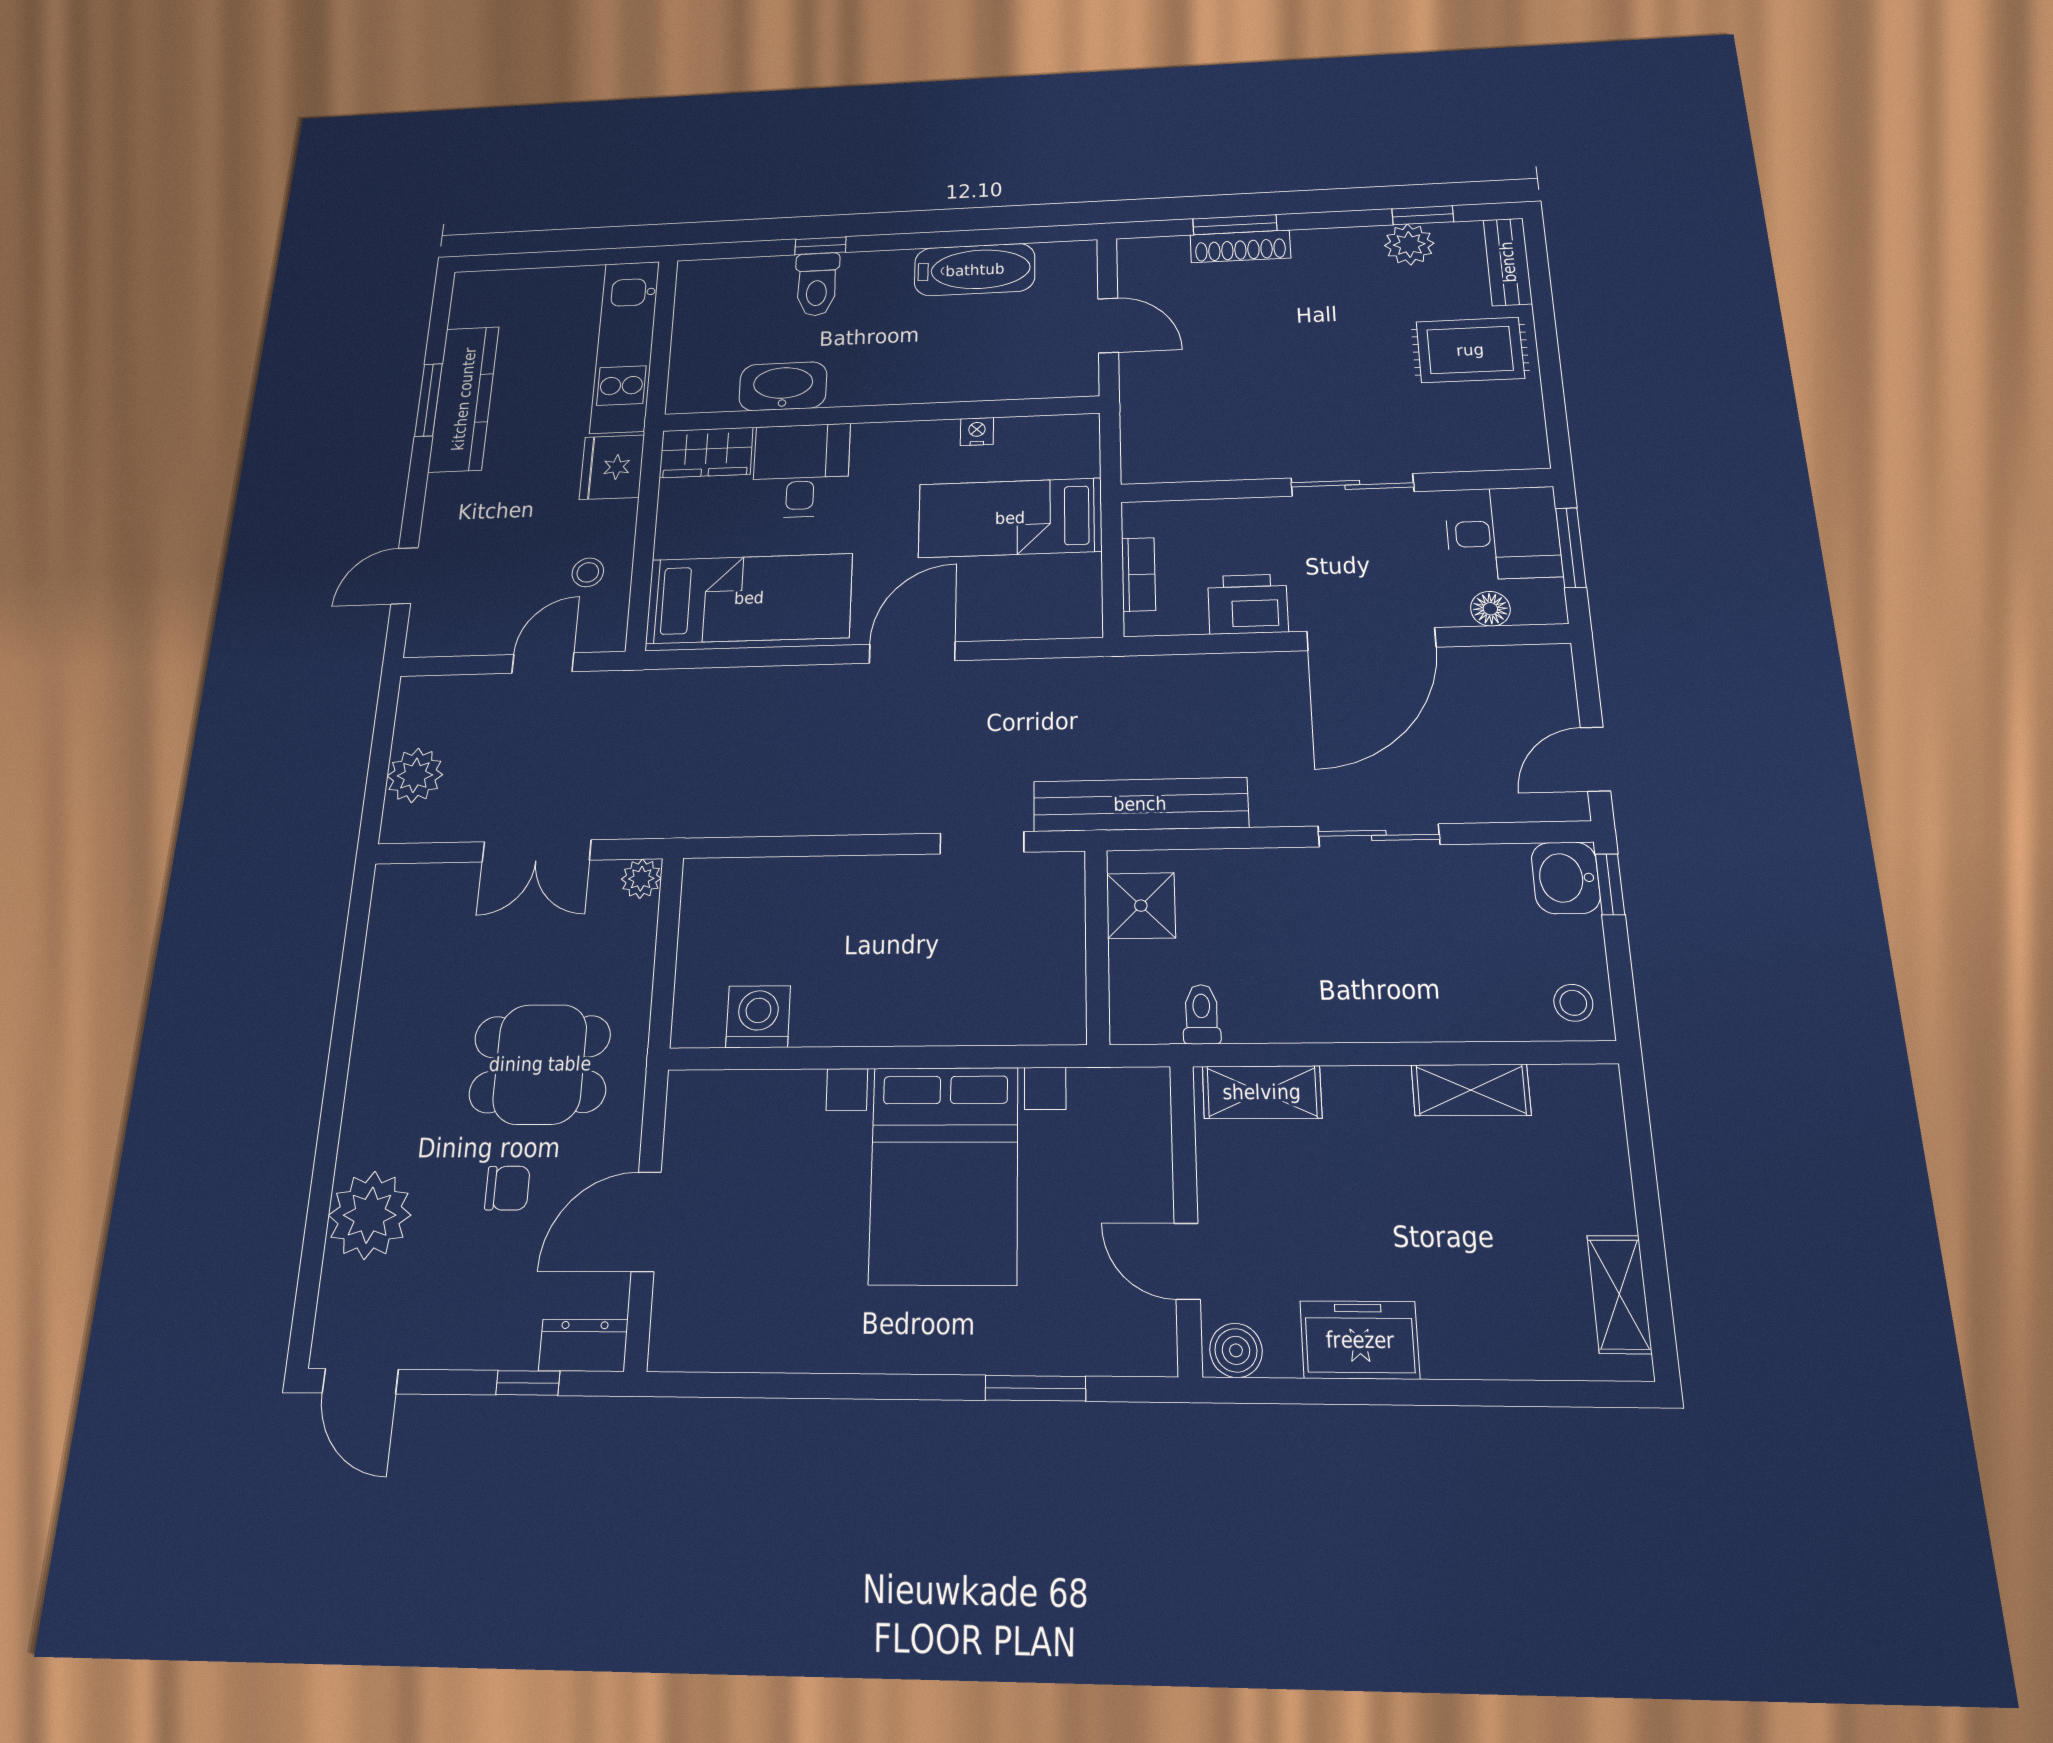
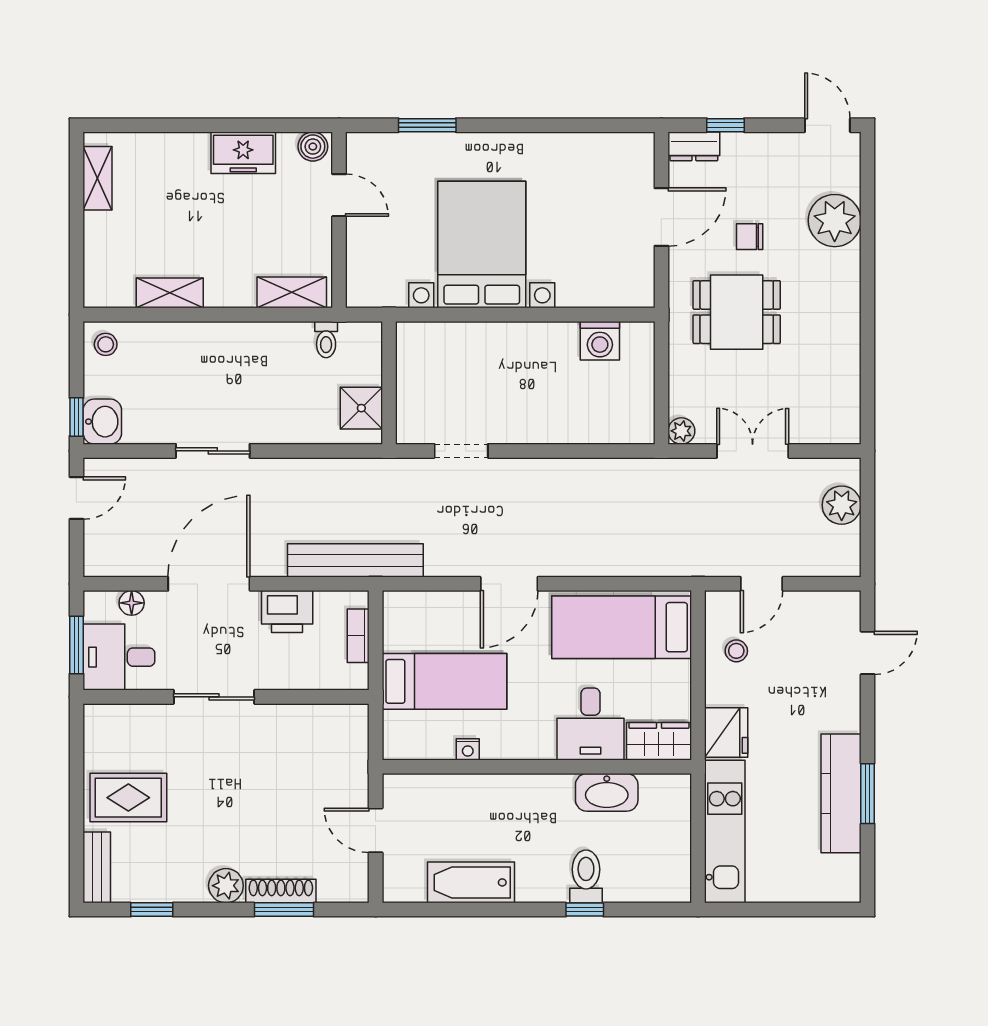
plant: (1409, 244) -> (226, 886), moved
bench: (1140, 804) -> (355, 560), moved

